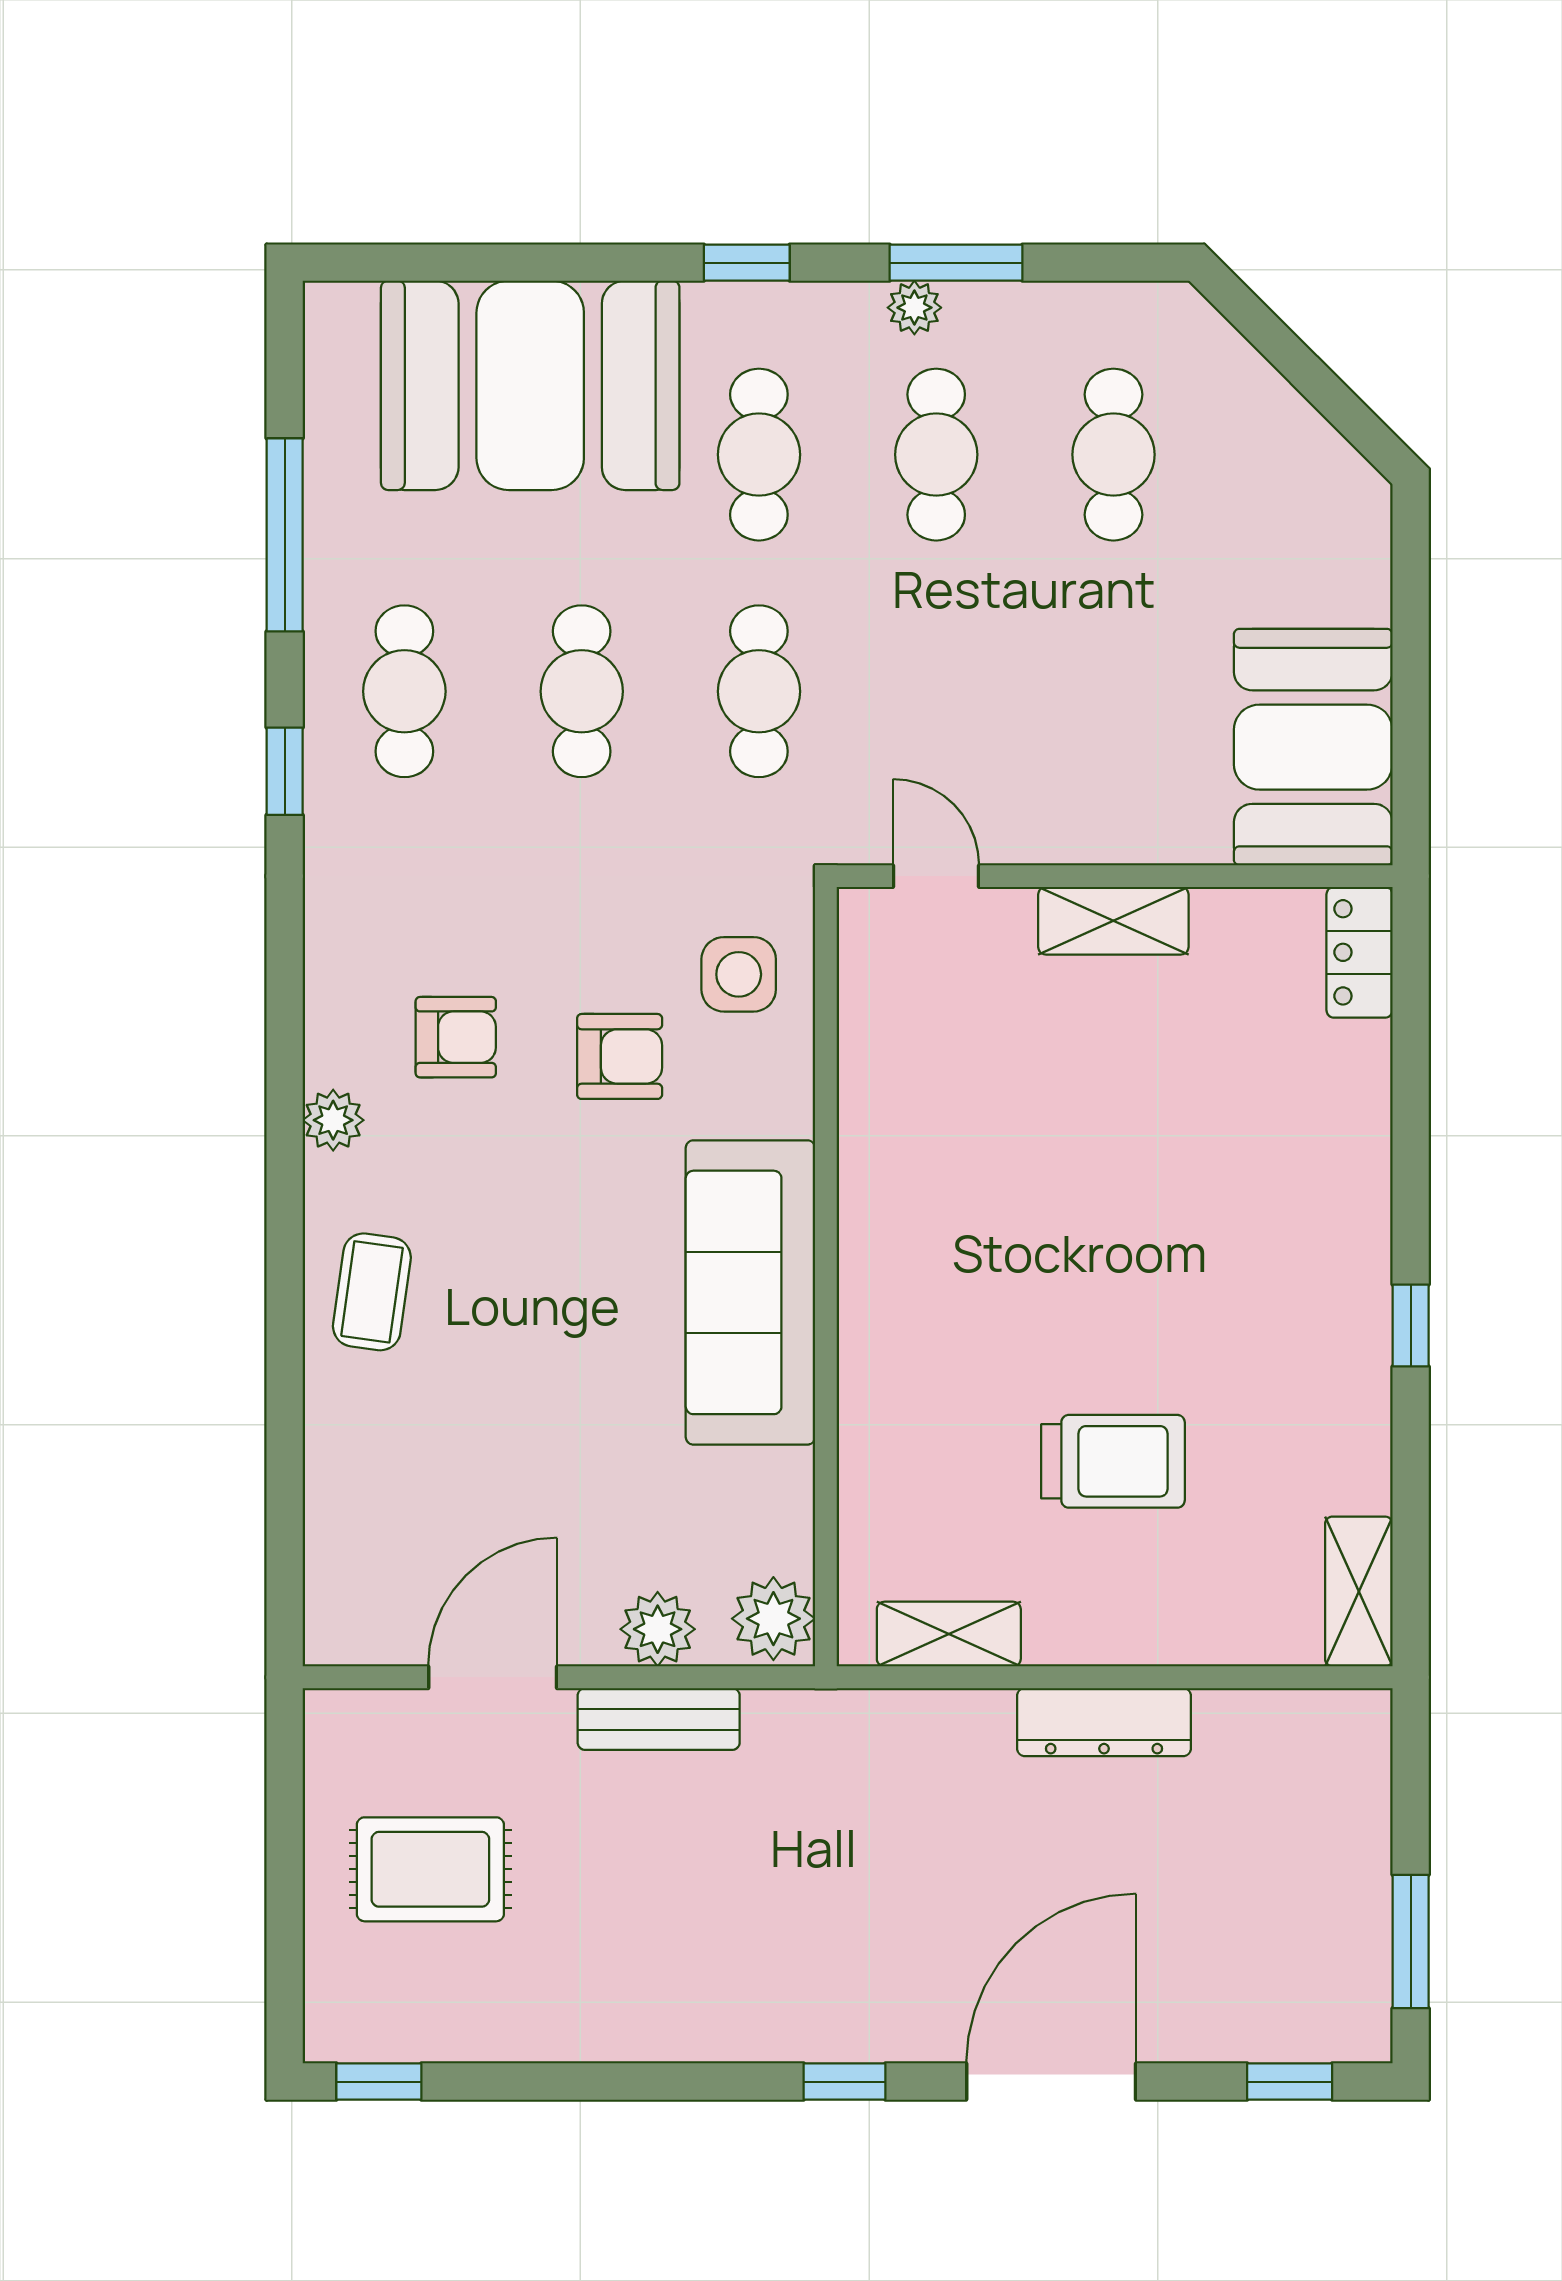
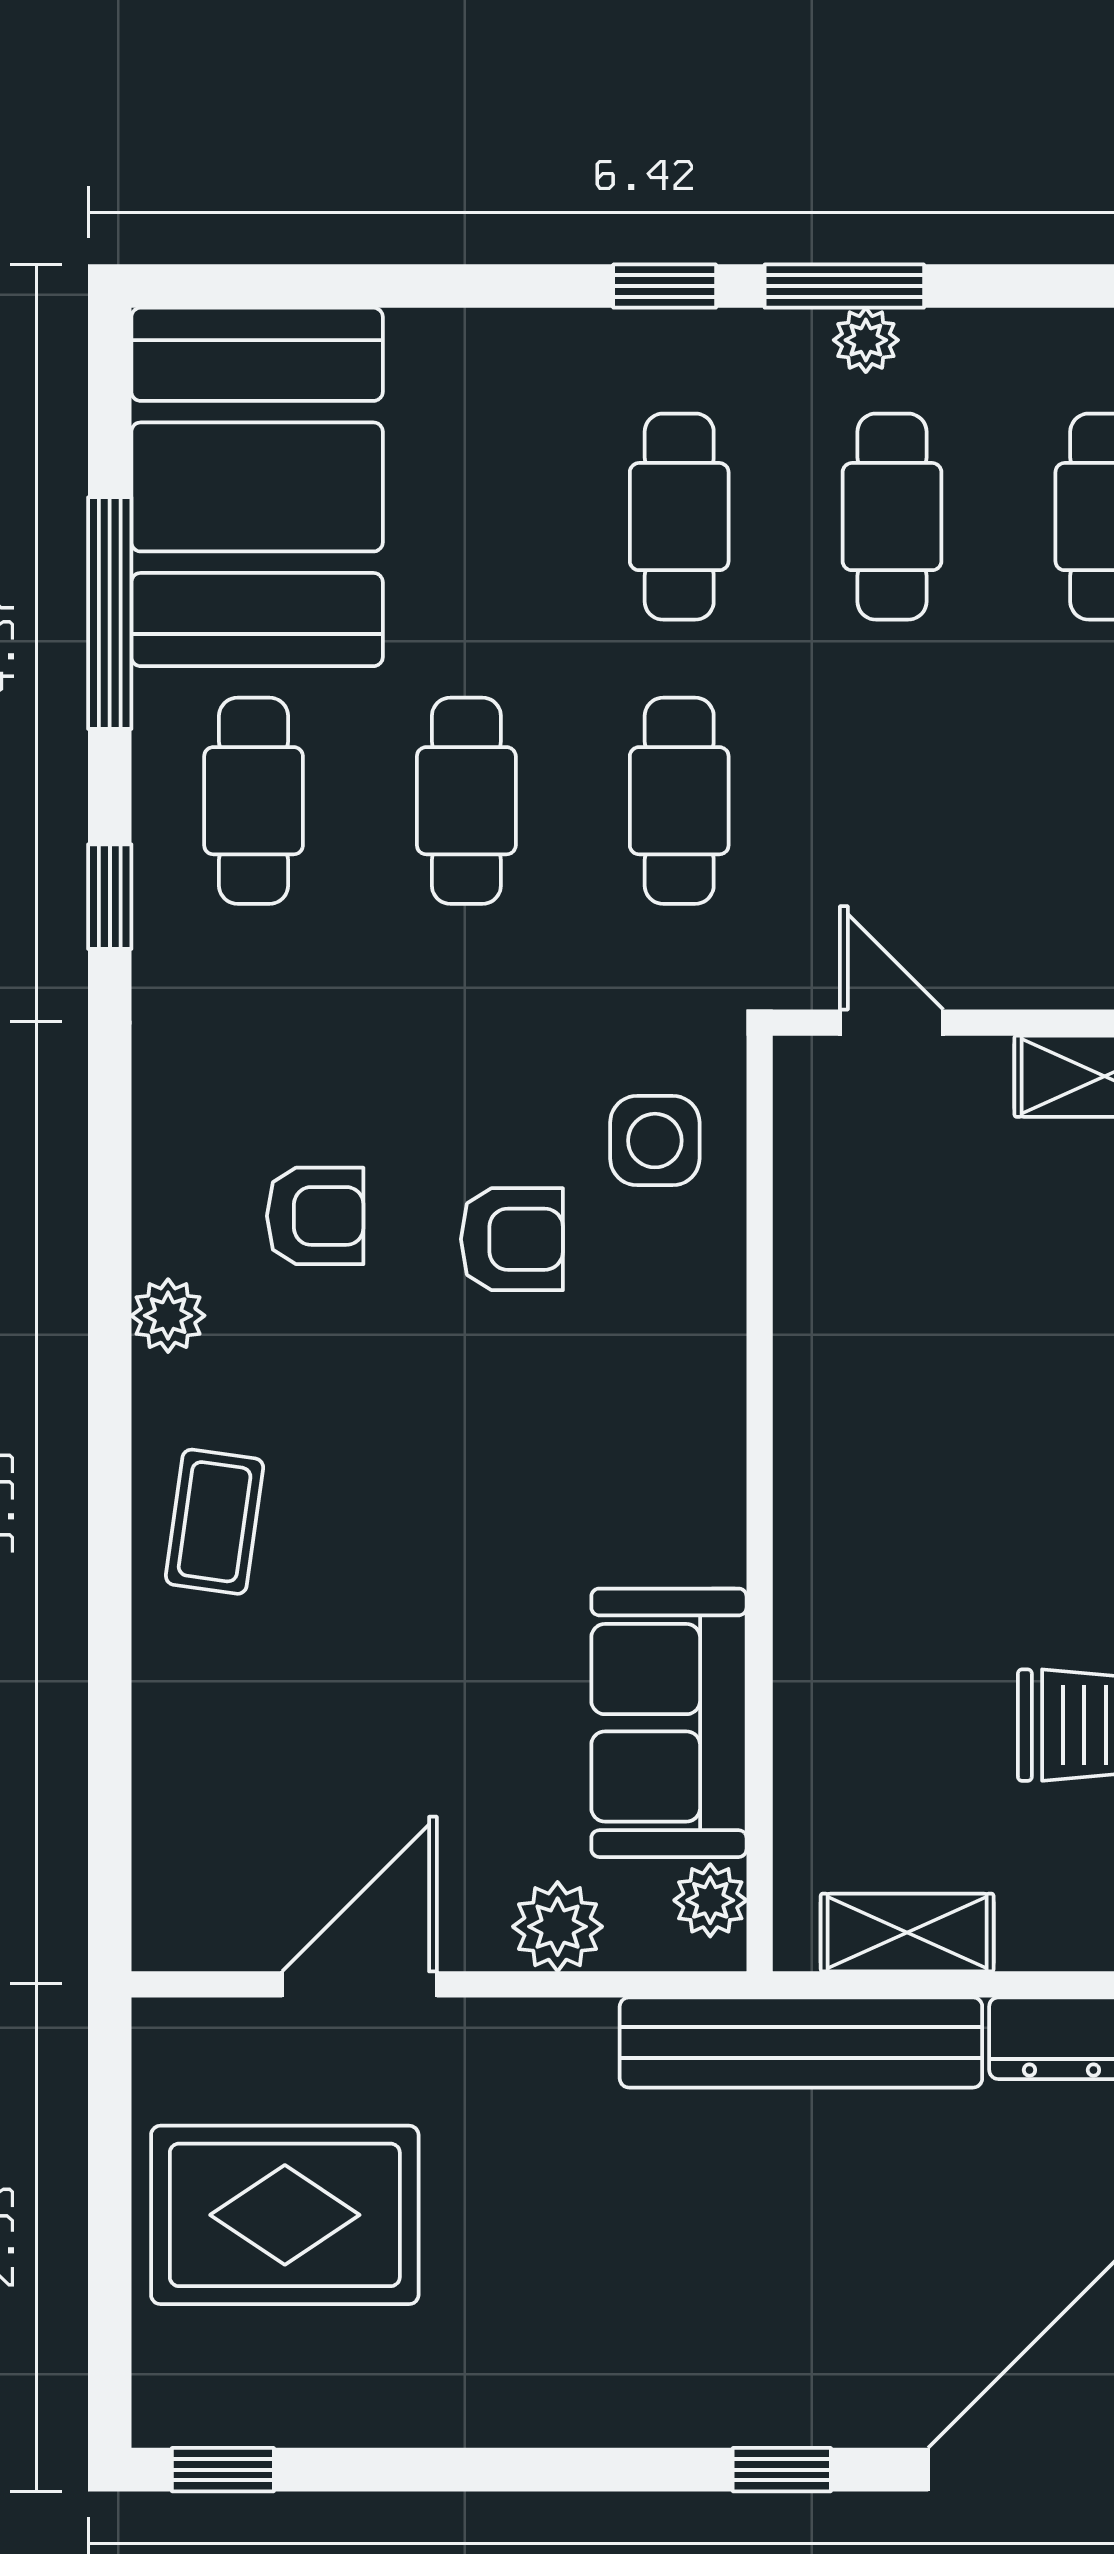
window: (956, 263) -> (844, 286), moved
booth: (530, 385) -> (257, 487), moved, turned 90
sofa: (750, 1292) -> (669, 1723), moved, width x0.73
plant: (773, 1619) -> (710, 1900), width x0.73, depth x0.73
bench: (659, 1719) -> (801, 2042), moved, width x1.86, depth x1.21
rug: (430, 1869) -> (285, 2215), width x1.36, depth x1.43

